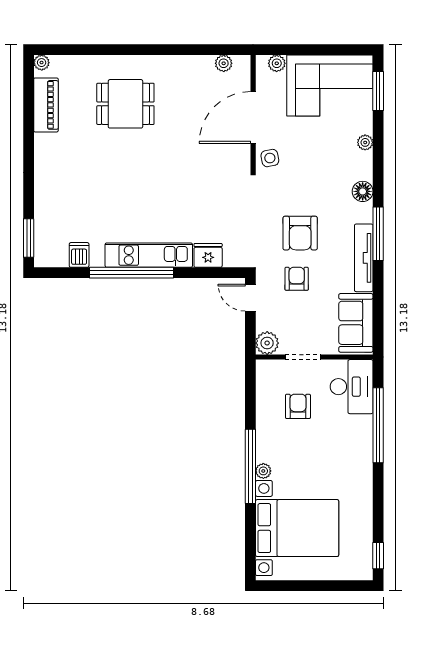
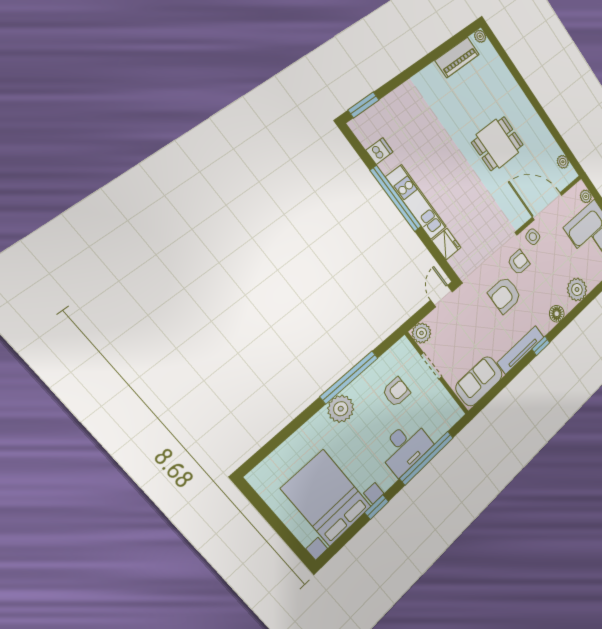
dining table: (125, 104) -> (498, 144), moved, turned 90
plant: (365, 142) -> (577, 289), width x1.87, depth x1.87
window: (378, 234) -> (541, 346), width x0.46
armchair: (297, 279) -> (519, 262), moved
desk: (352, 387) -> (405, 447), moved
window: (250, 466) -> (349, 377), moved
plant: (263, 471) -> (341, 409), width x1.88, depth x1.88
bed with nightstands: (297, 528) -> (326, 498), moved, turned 180
window: (378, 556) -> (377, 507), moved

